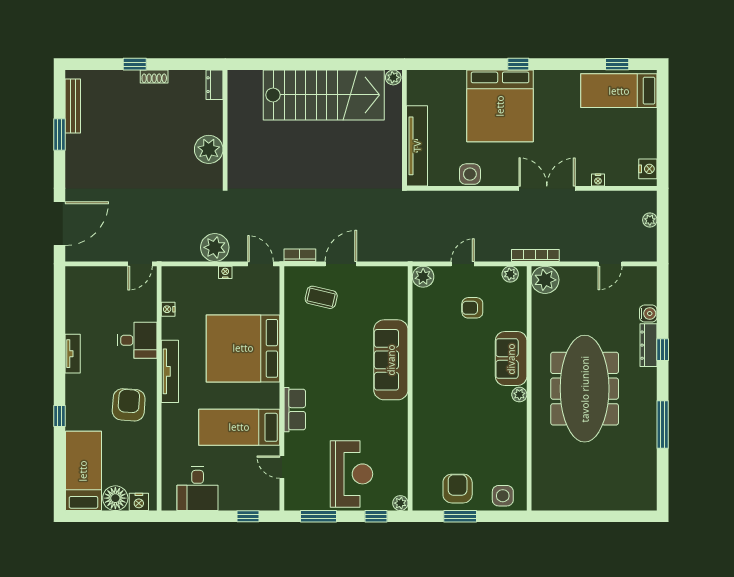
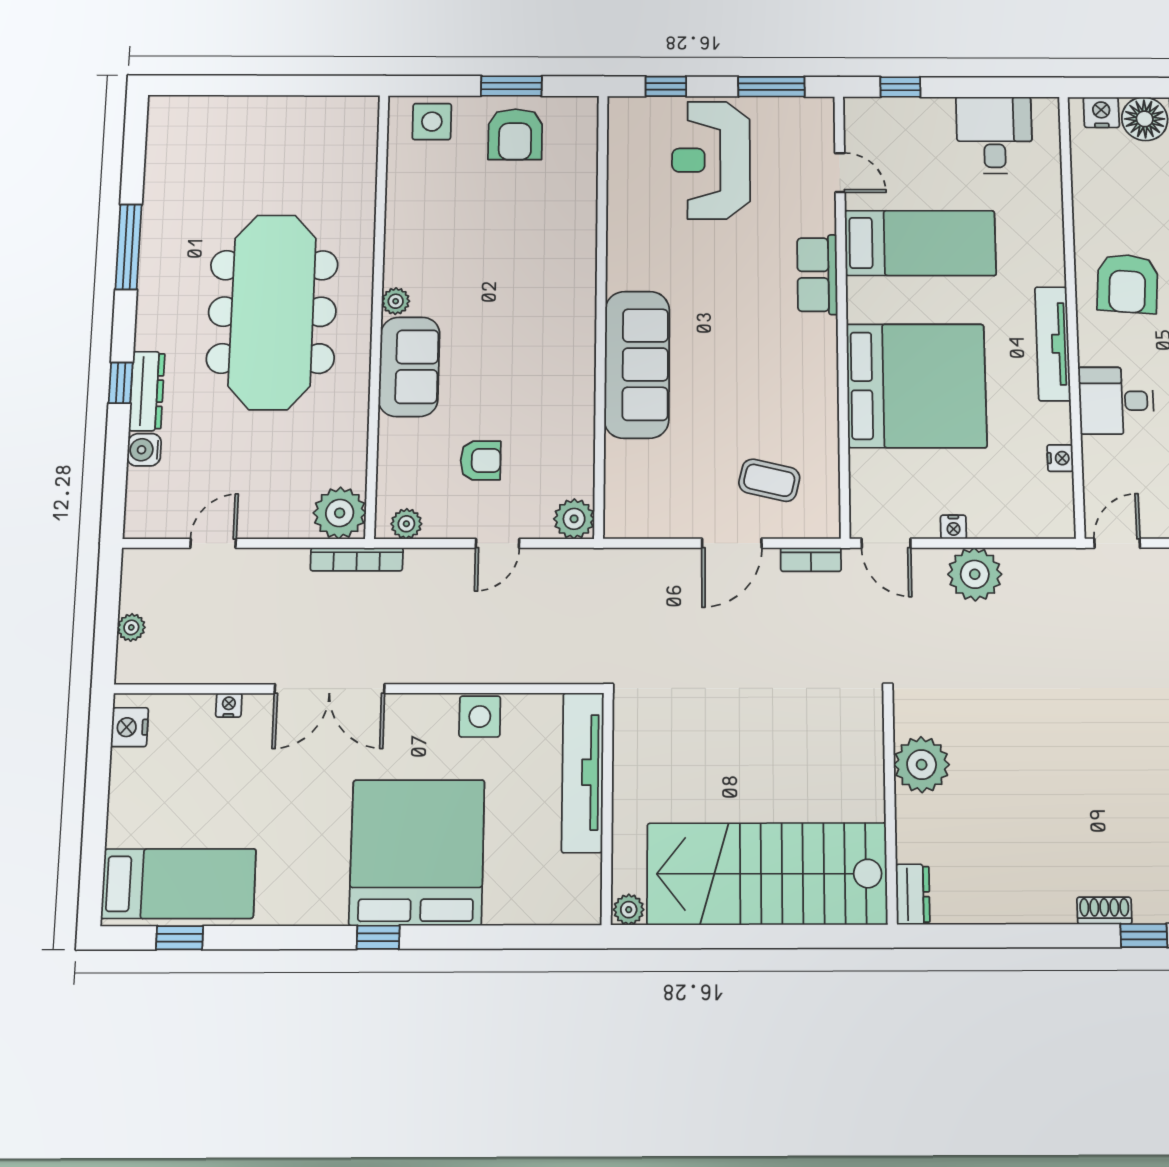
dresser: (215, 85) -> (913, 894), moved
wall: (225, 128) -> (890, 807), moved
plant: (209, 149) -> (922, 765), moved
plant: (400, 503) -> (621, 109), removed

